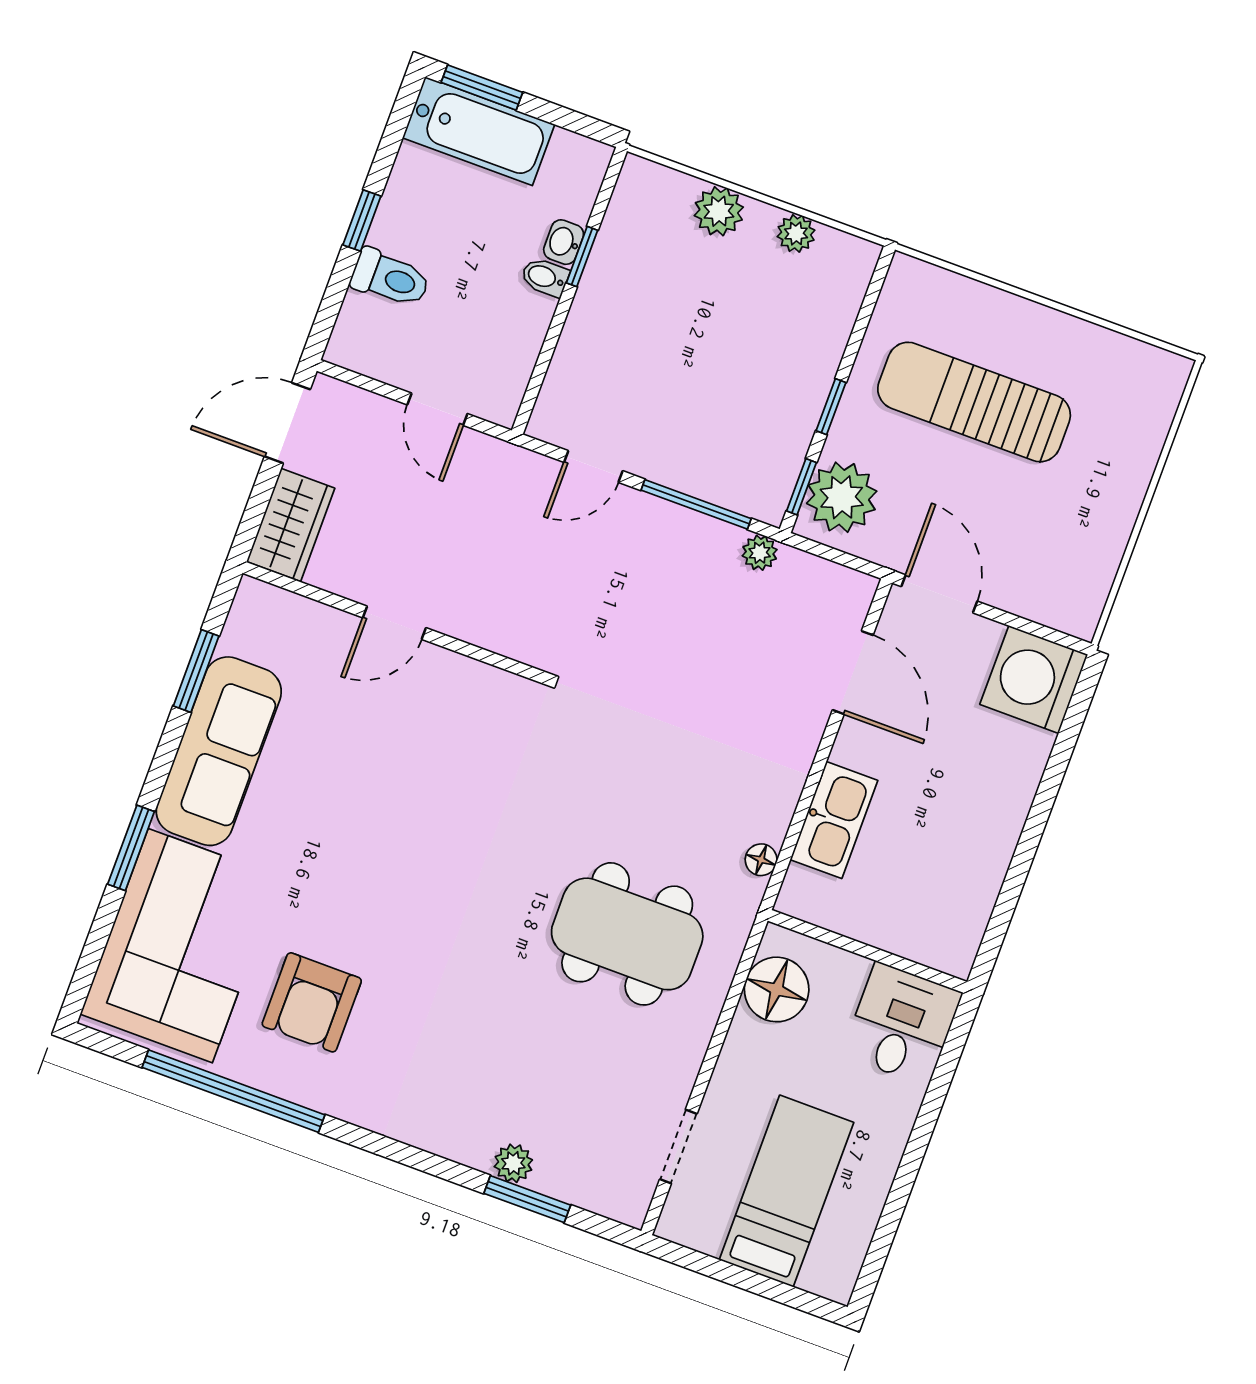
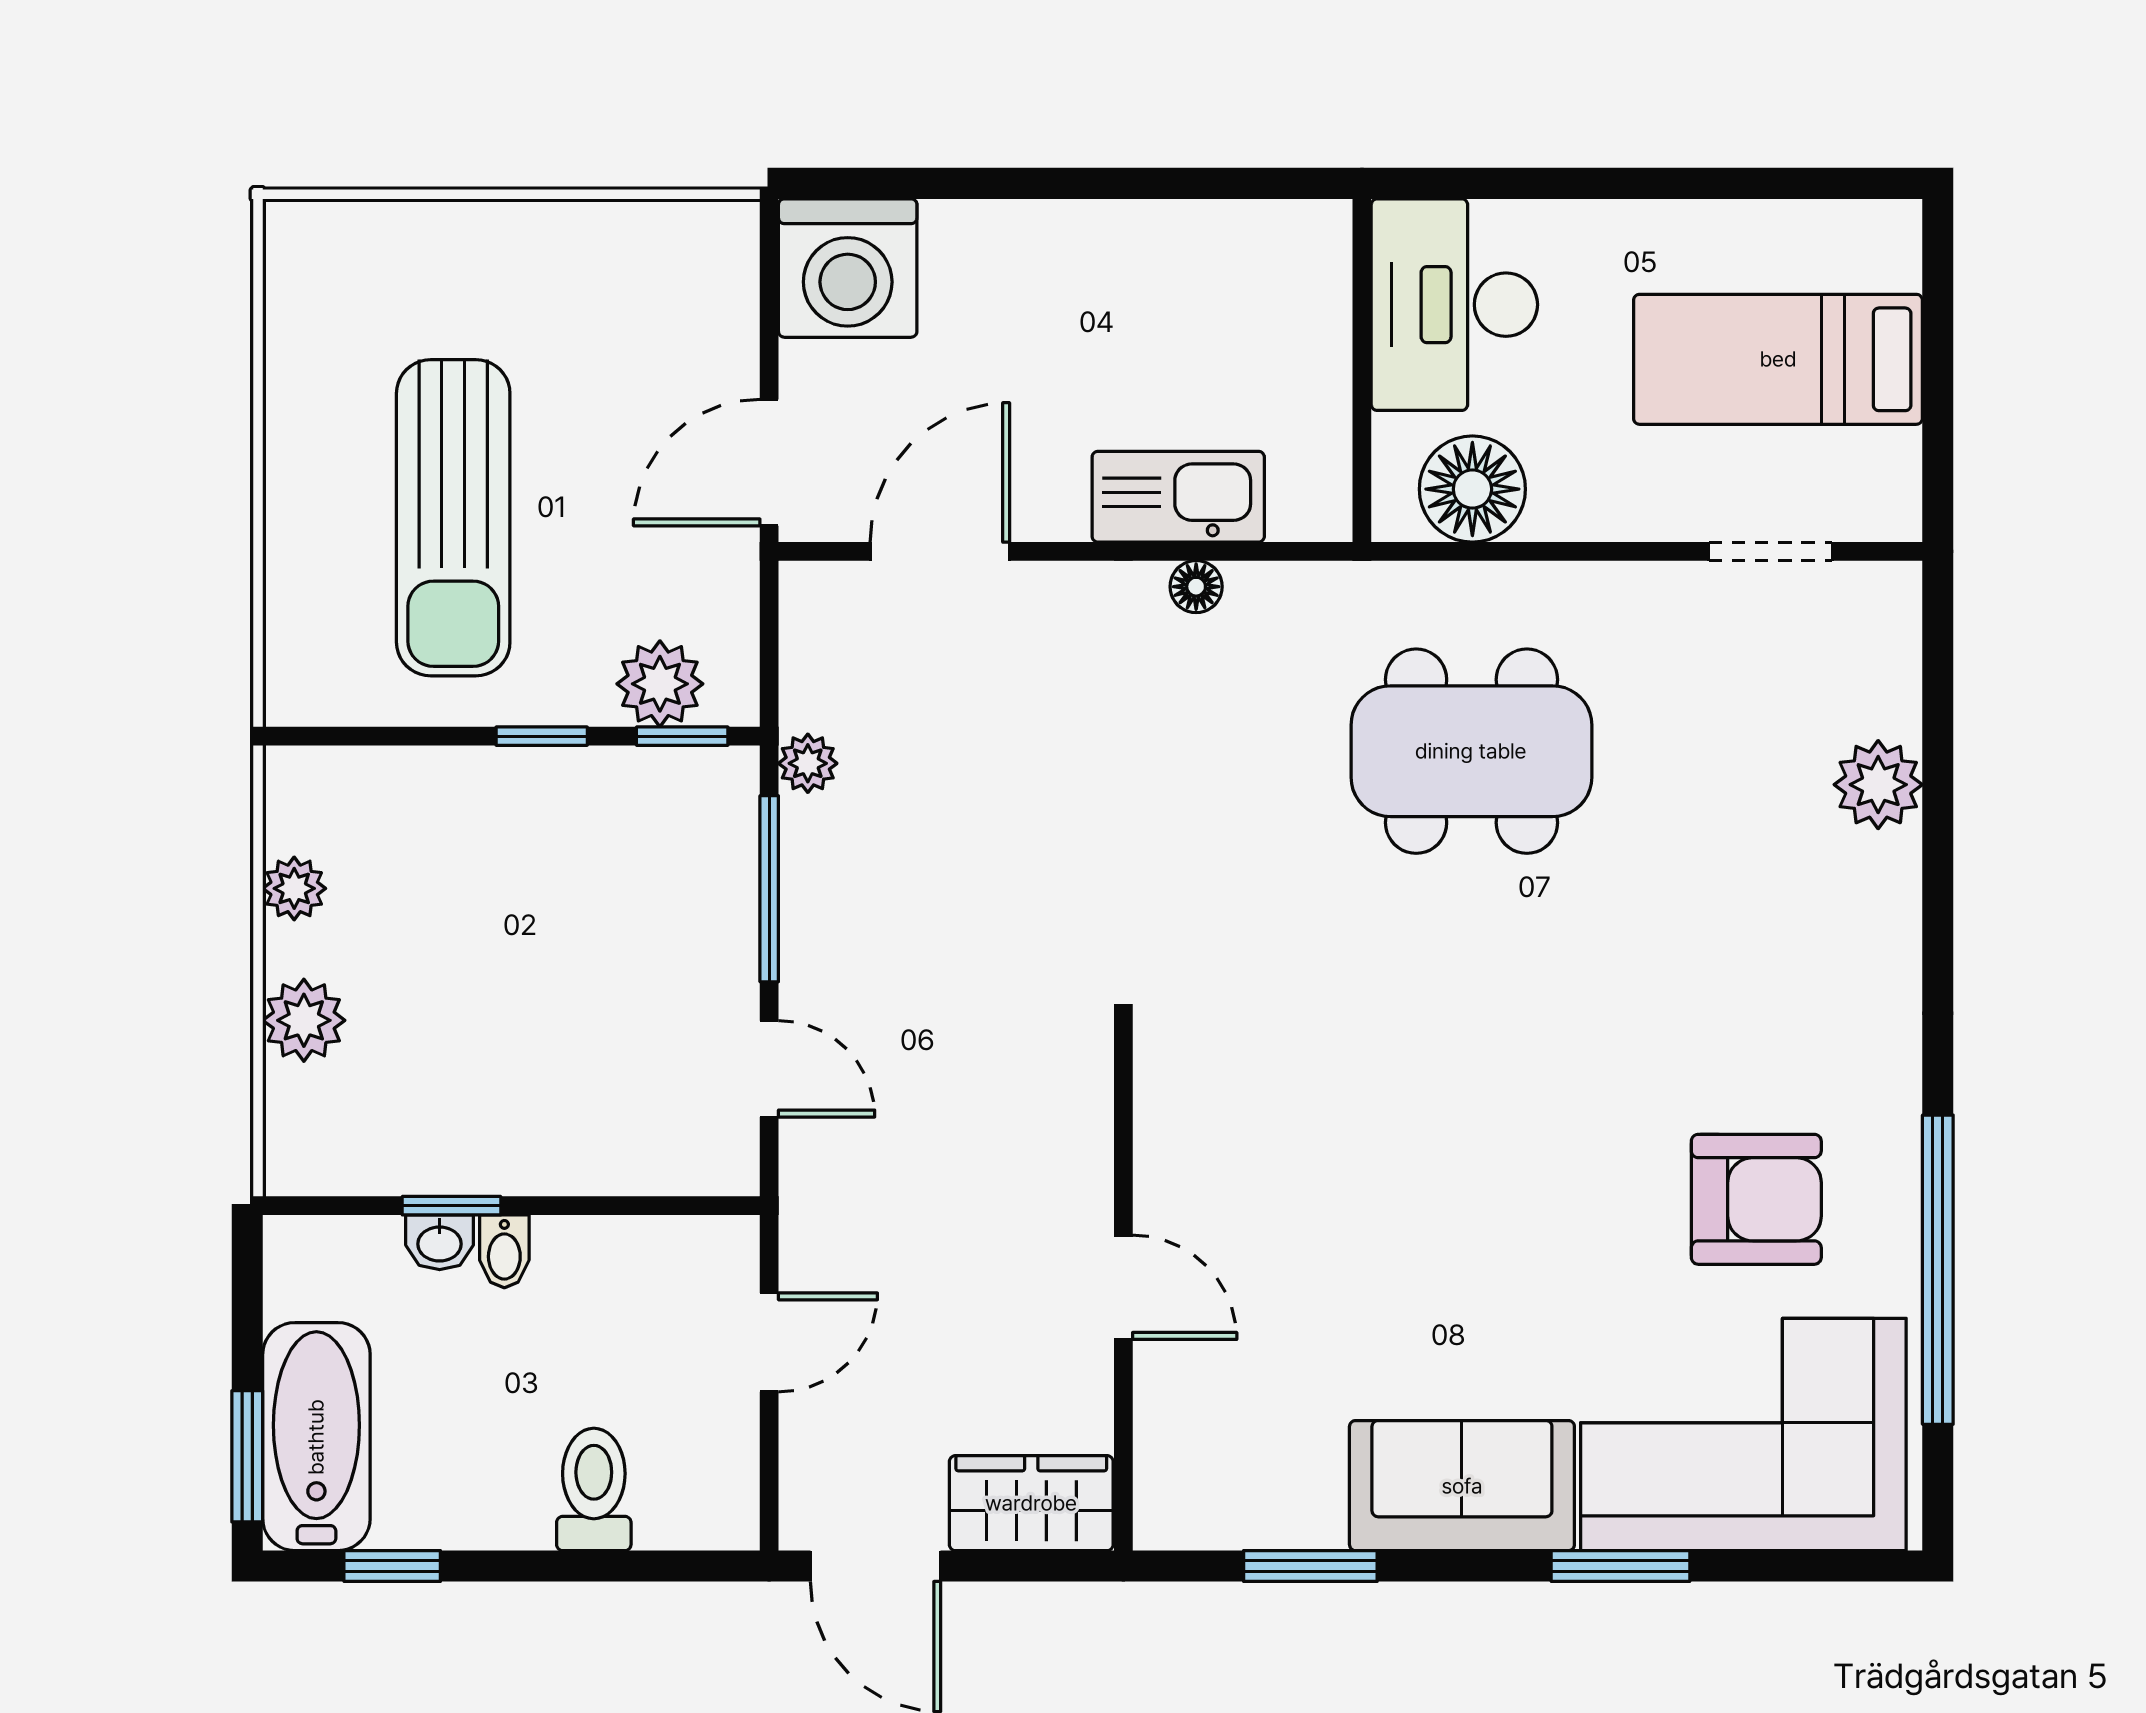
window: (362, 221) -> (392, 1566), moved
plant: (842, 497) -> (660, 684), width x0.73, depth x0.73
sofa: (219, 751) -> (1462, 1486), width x0.73
floor lamp: (761, 860) -> (1196, 587), moved
dining table: (627, 934) -> (1471, 751), turned 90
desk: (902, 1024) -> (1454, 305), width x1.37
plant: (513, 1163) -> (1878, 785), width x1.38, depth x1.38
window: (527, 1199) -> (1938, 755), removed

